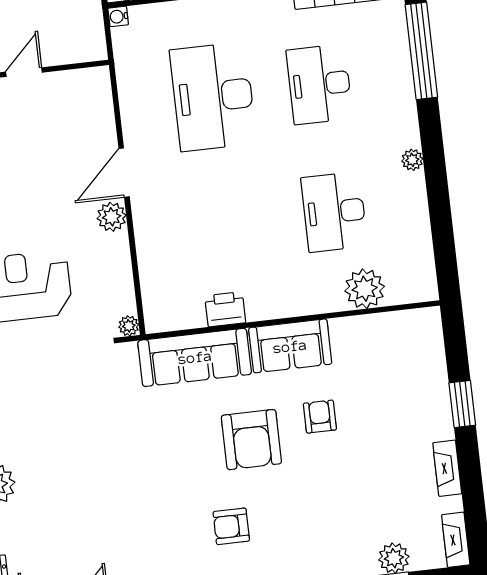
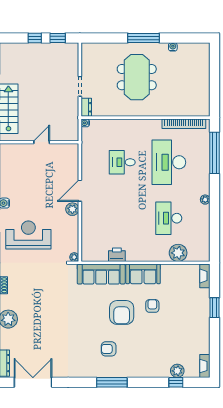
desk: (319, 84) -> (169, 162), width x1.36, depth x1.30
desk: (213, 97) -> (122, 162), width x0.53, depth x0.77
fireplace: (447, 468) -> (205, 276), moved

